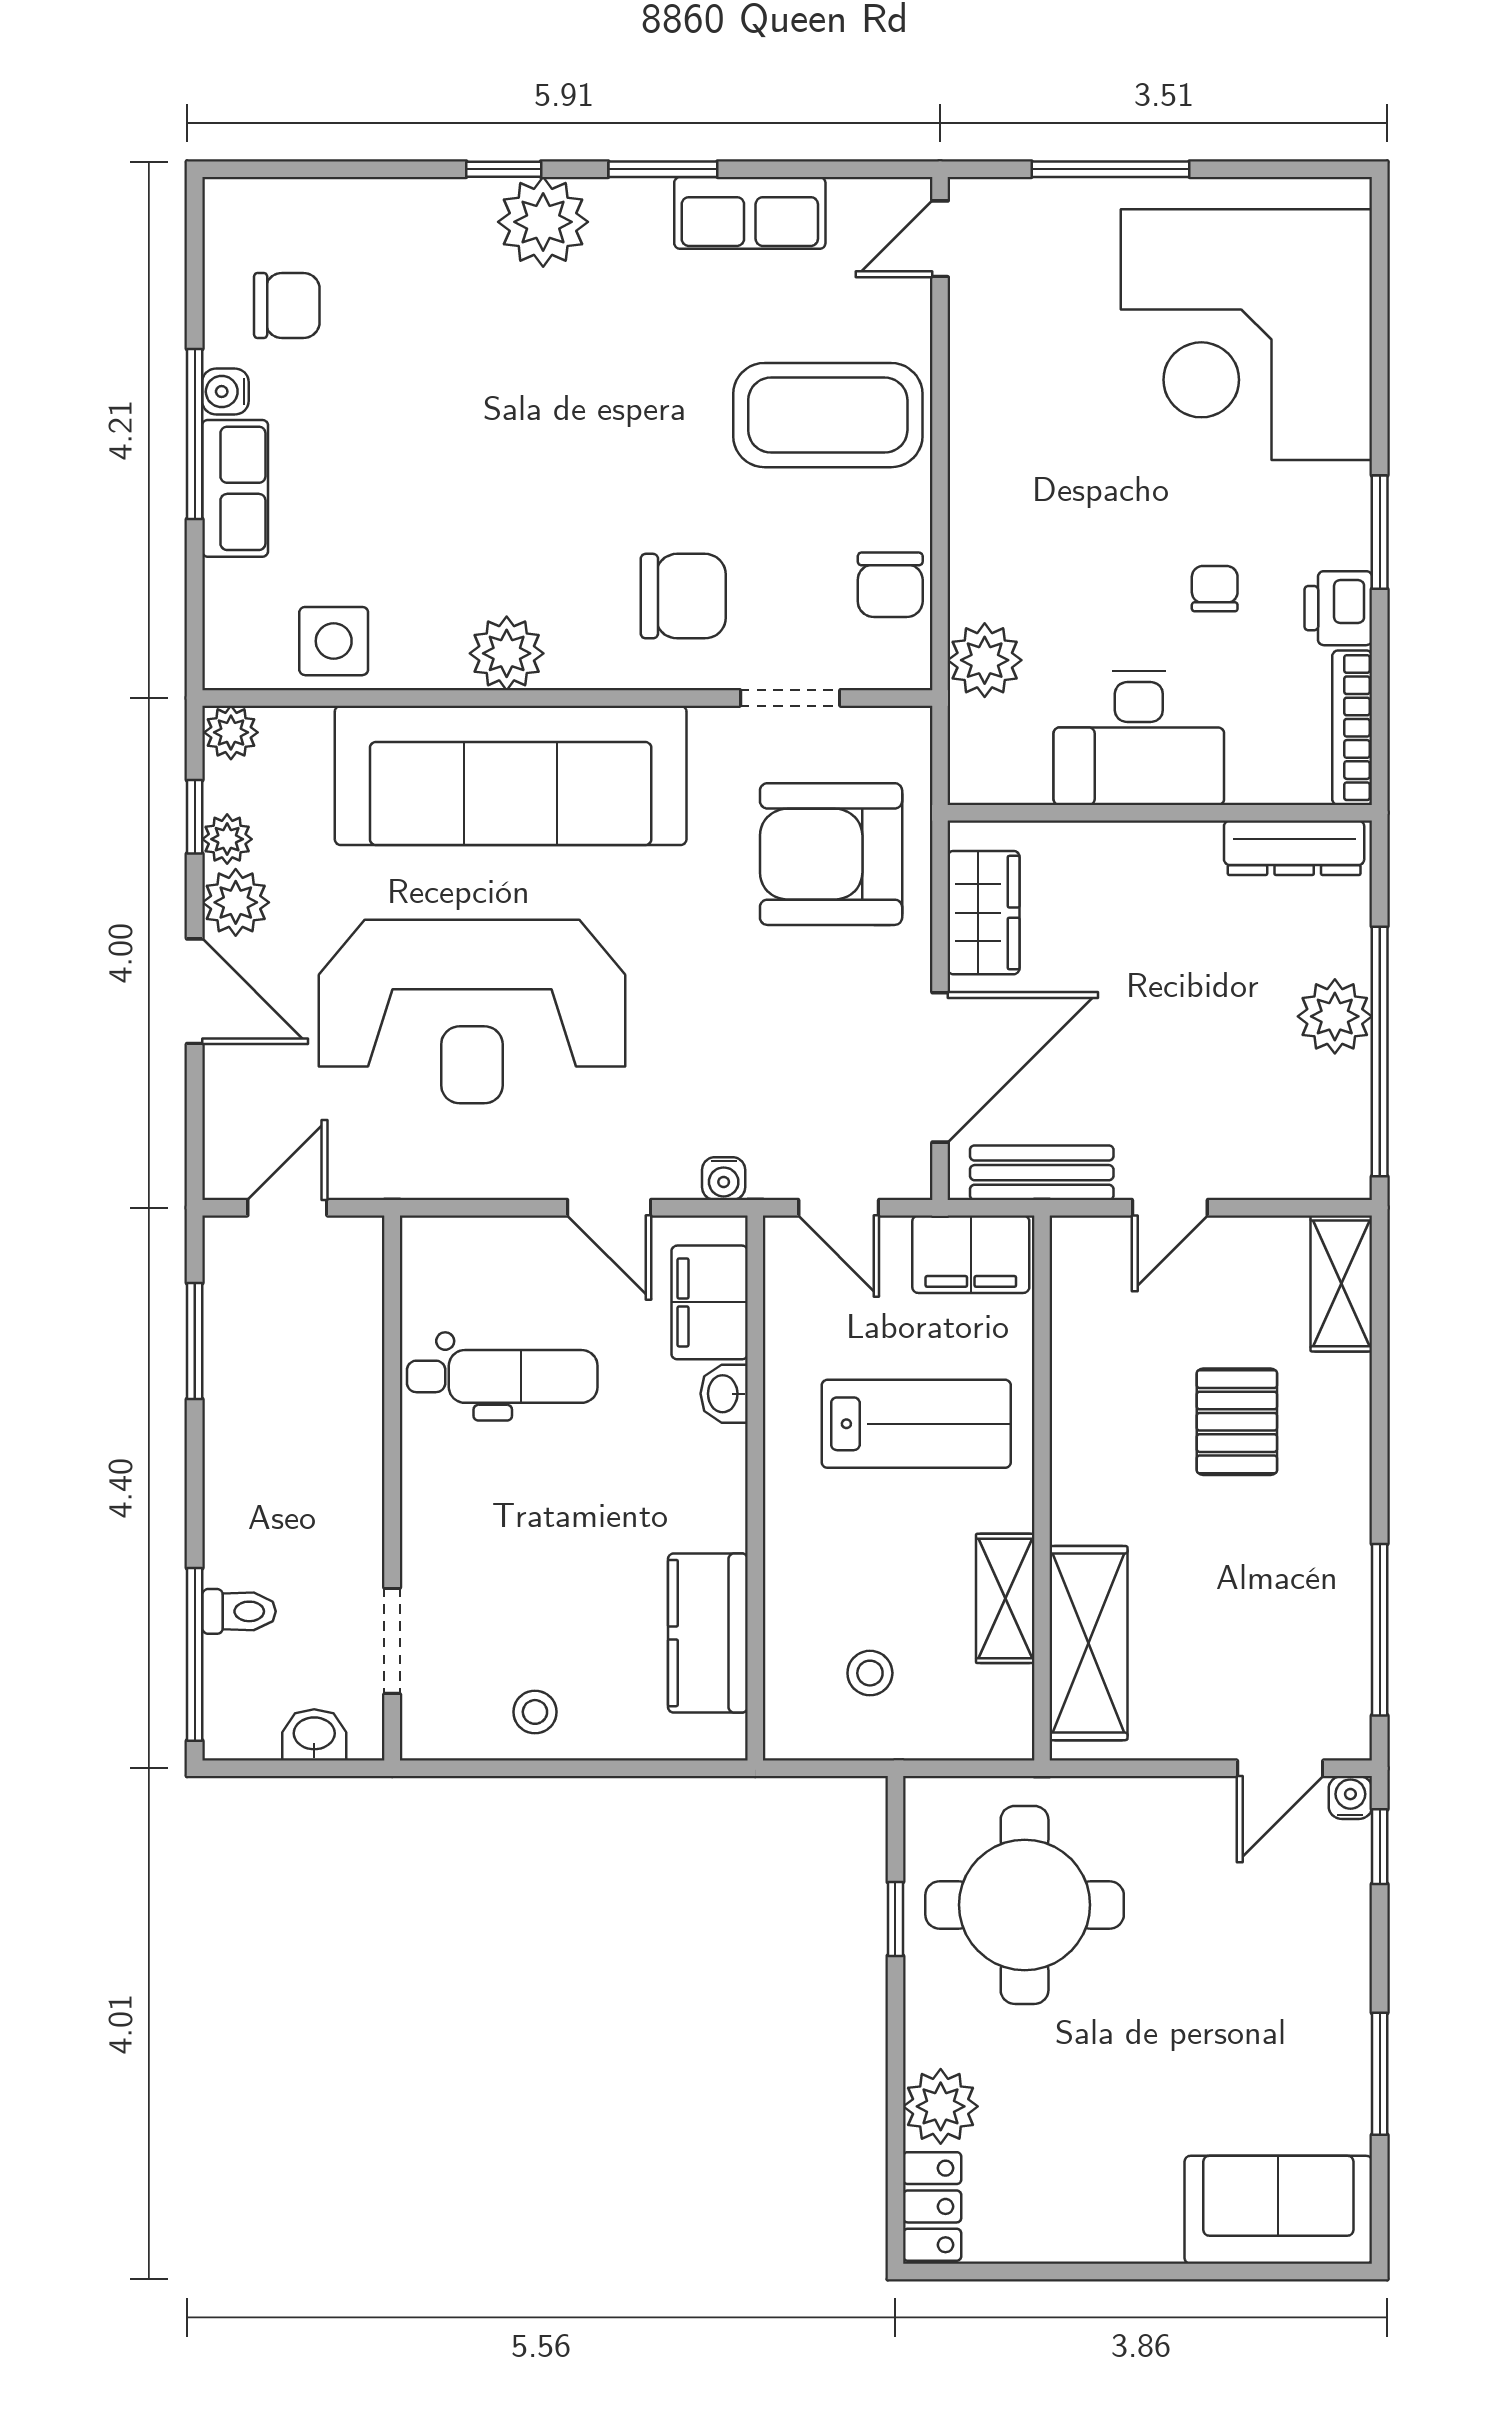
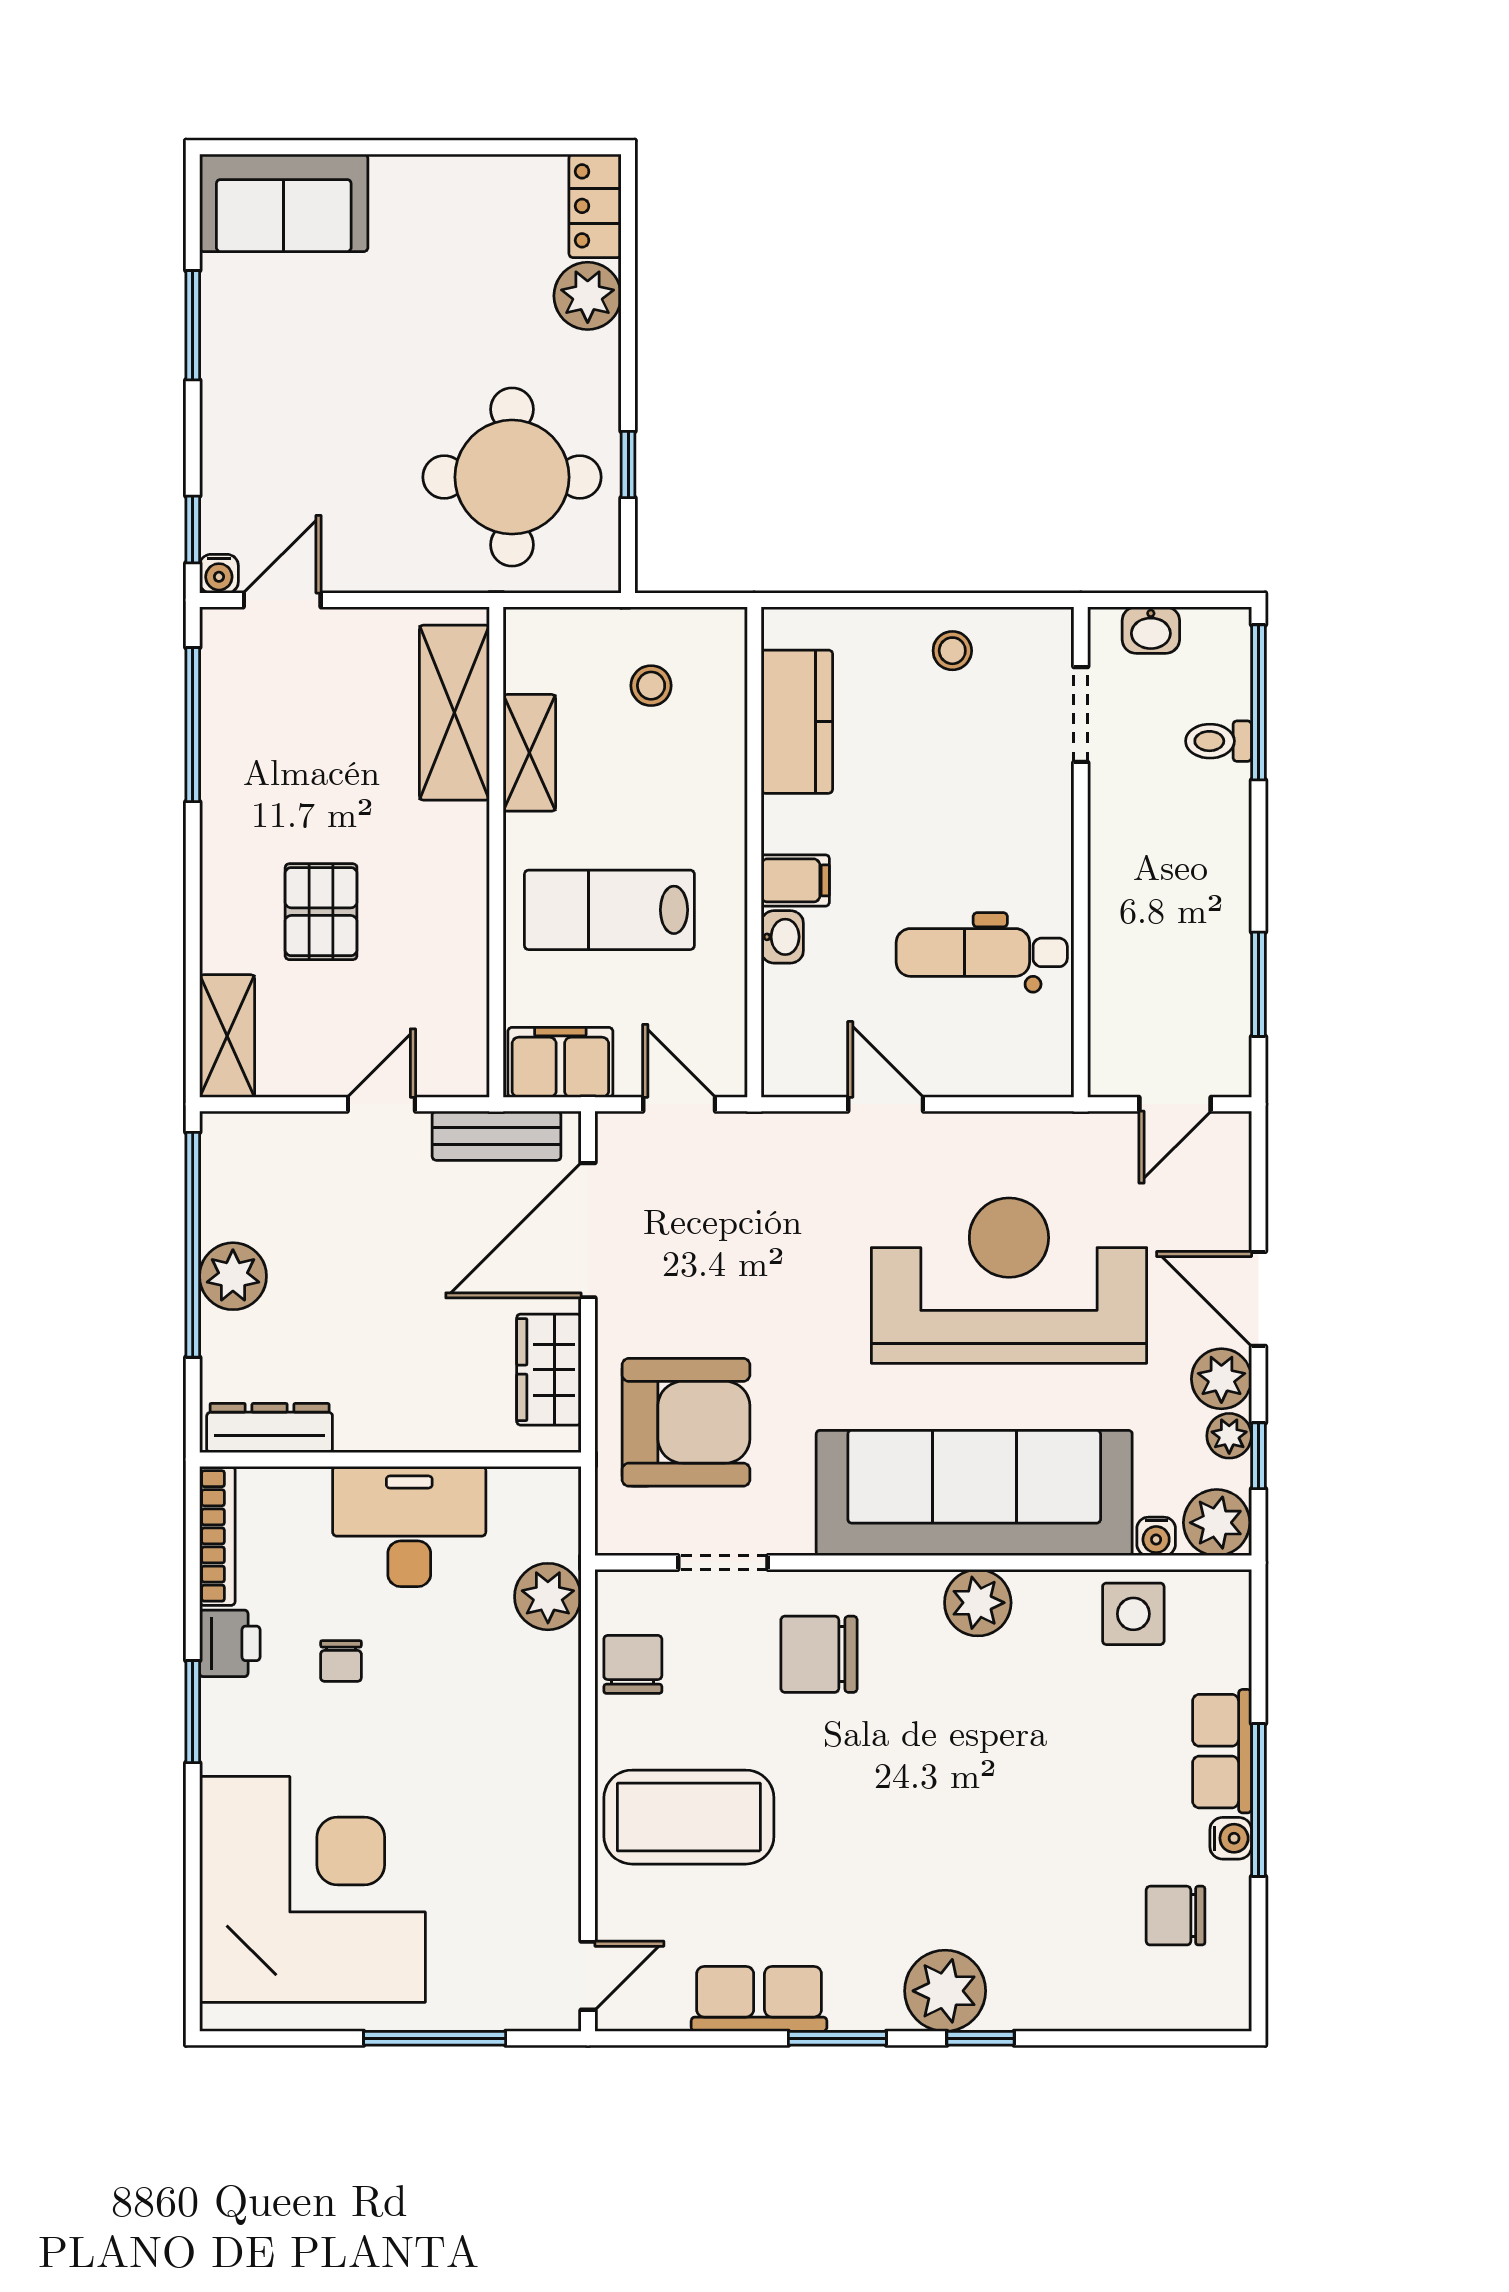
plant: (231, 732) -> (1217, 1523), width x1.38, depth x1.38
water cooler: (724, 1179) -> (1156, 1536), moved, turned 180
filing cabinet: (710, 1302) -> (795, 880), moved, width x0.50

